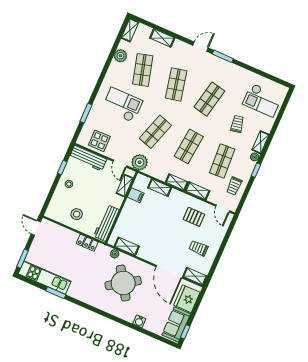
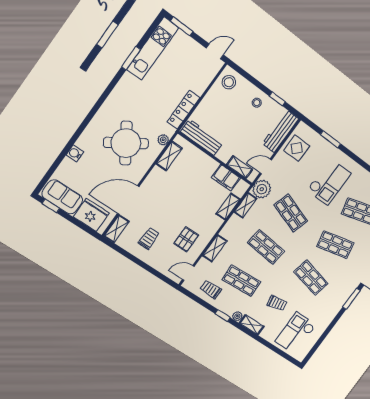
shelving: (177, 182) -> (245, 205), moved
filing cabinet: (136, 195) -> (226, 178), width x2.00
stool: (77, 214) -> (229, 82), moved
locker: (87, 243) -> (183, 110), width x1.53

